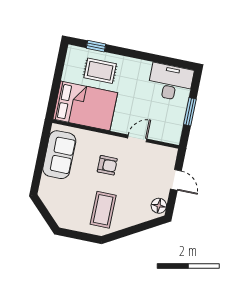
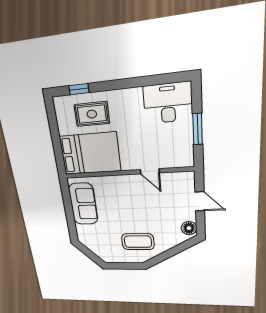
door: (137, 138) -> (150, 171), swing flipped
armchair: (107, 165) -> (129, 203), removed
coffee table: (103, 210) -> (138, 242), turned 90

